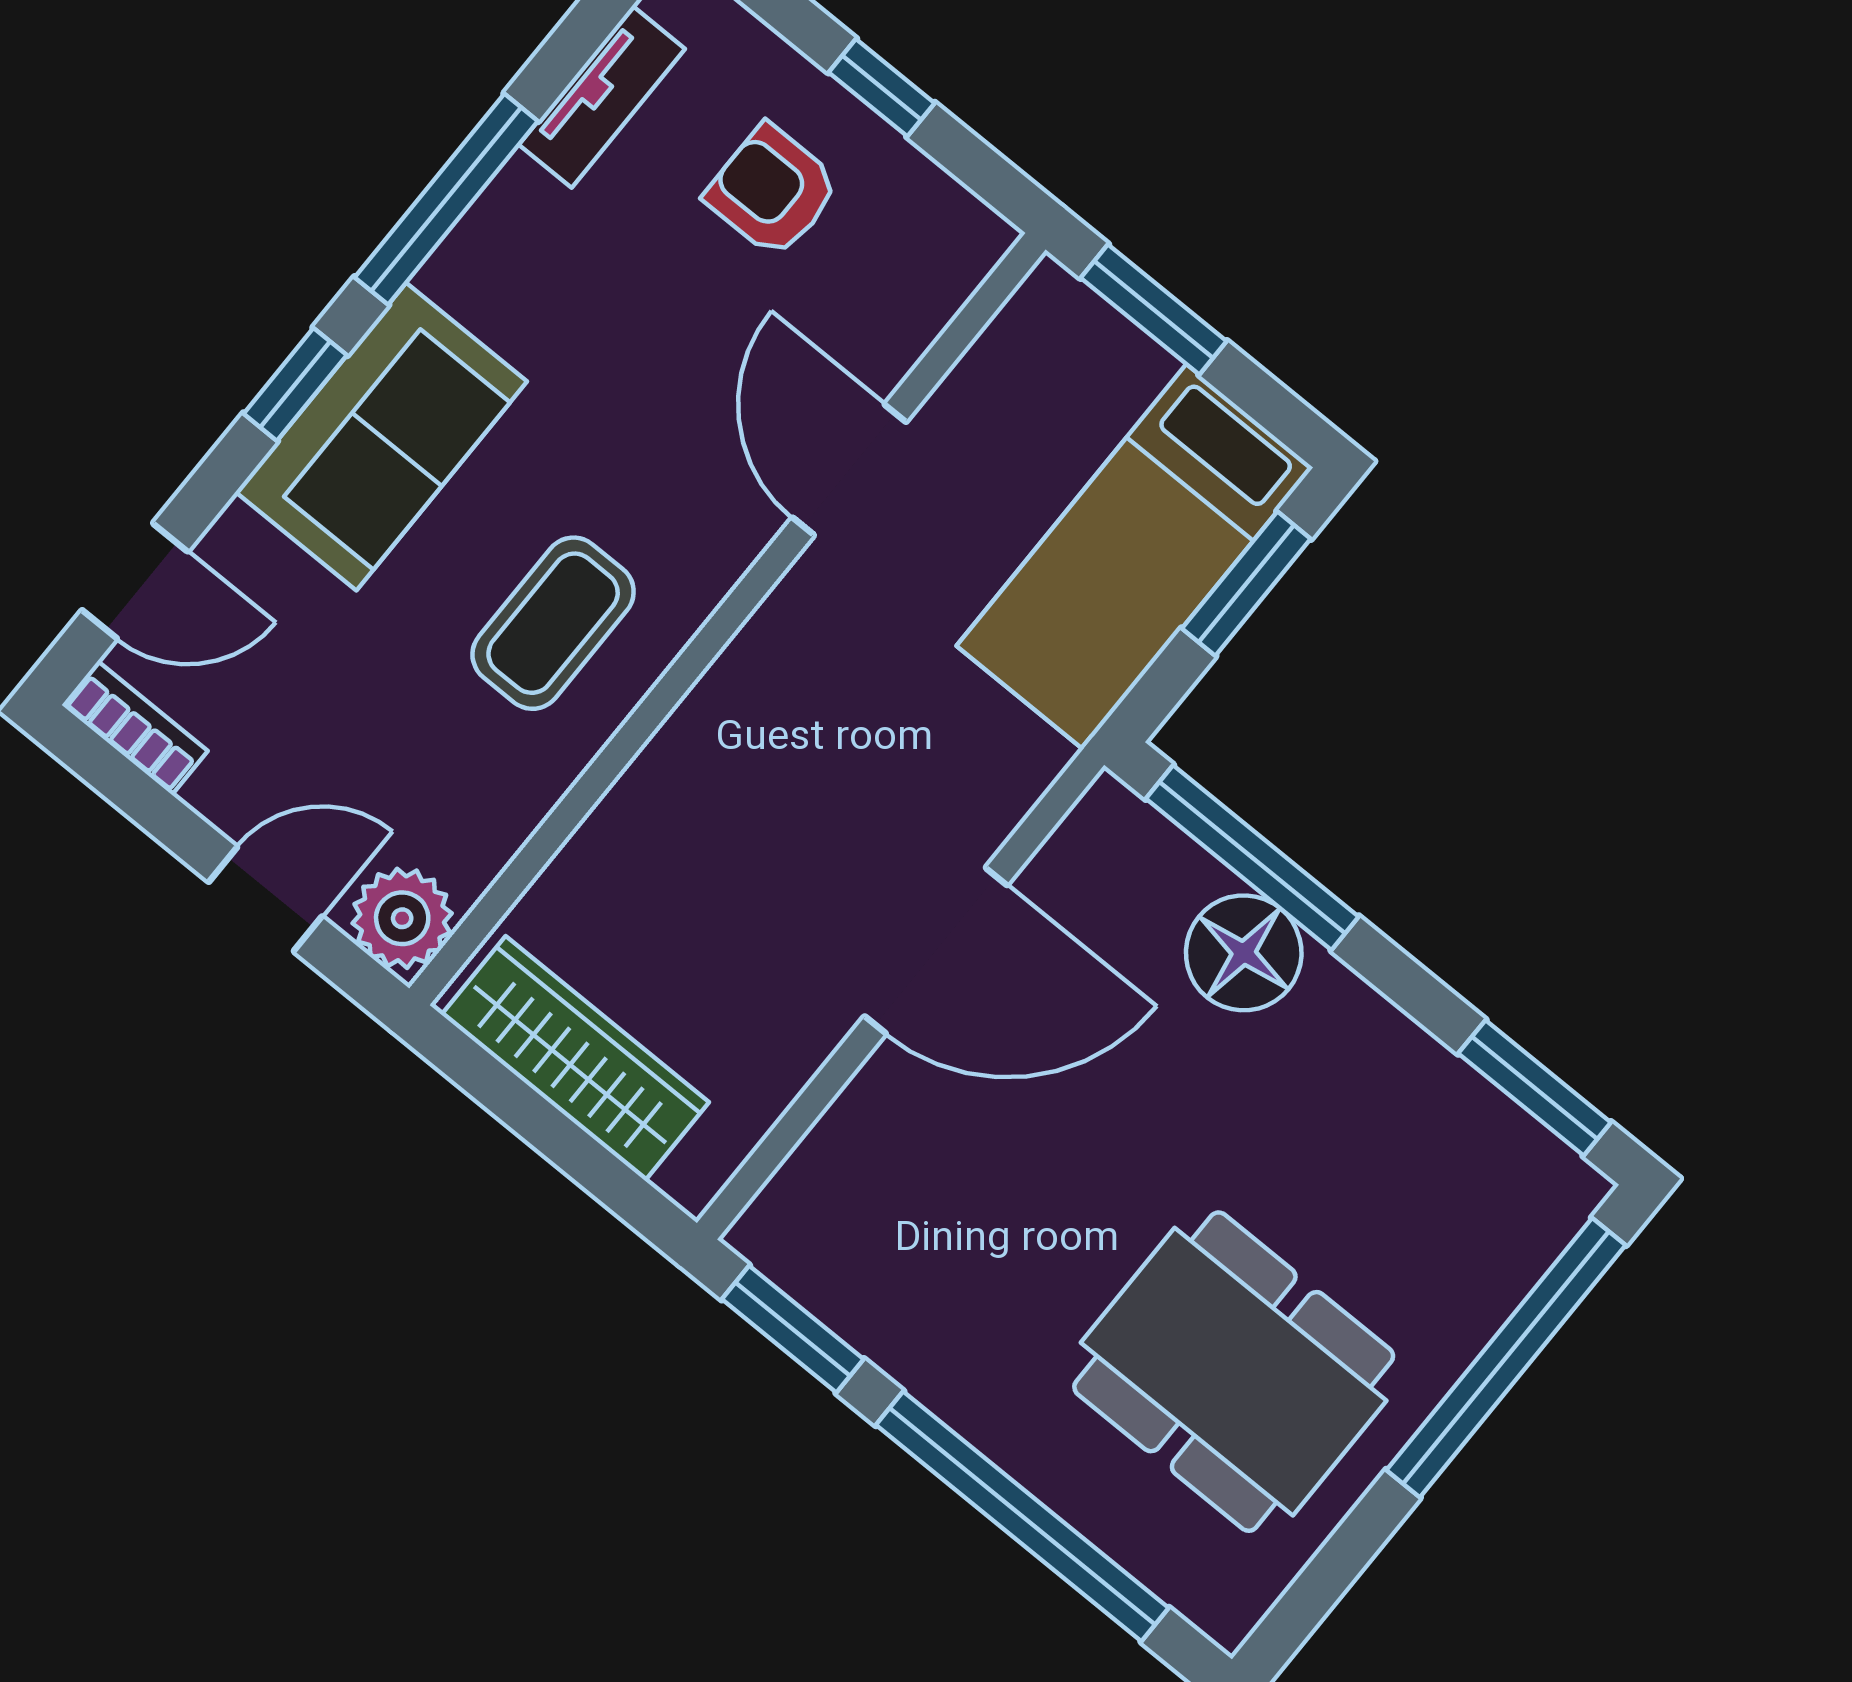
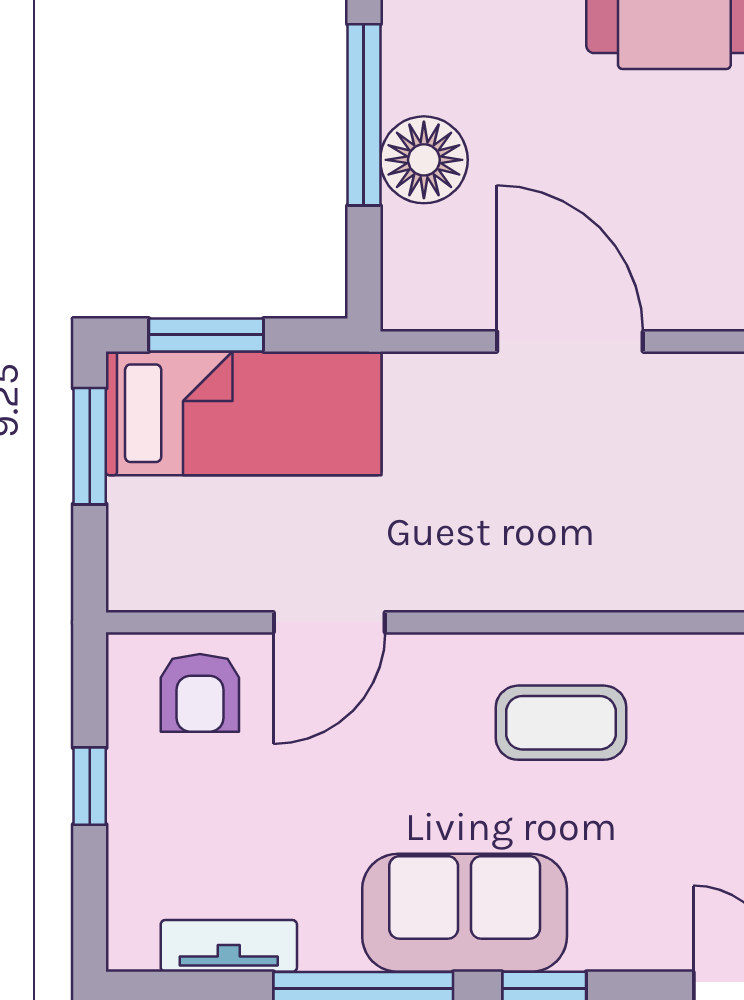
armchair: (772, 191) -> (200, 693), moved
window: (1154, 310) -> (90, 446), moved
sofa: (381, 437) -> (465, 913), moved
window: (1252, 858) -> (364, 115), moved

